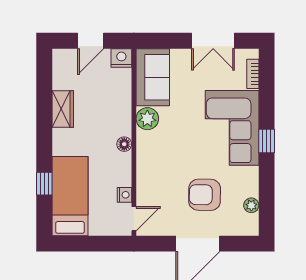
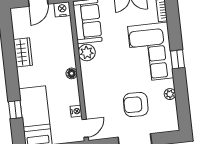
plant: (251, 205) -> (170, 94), moved

